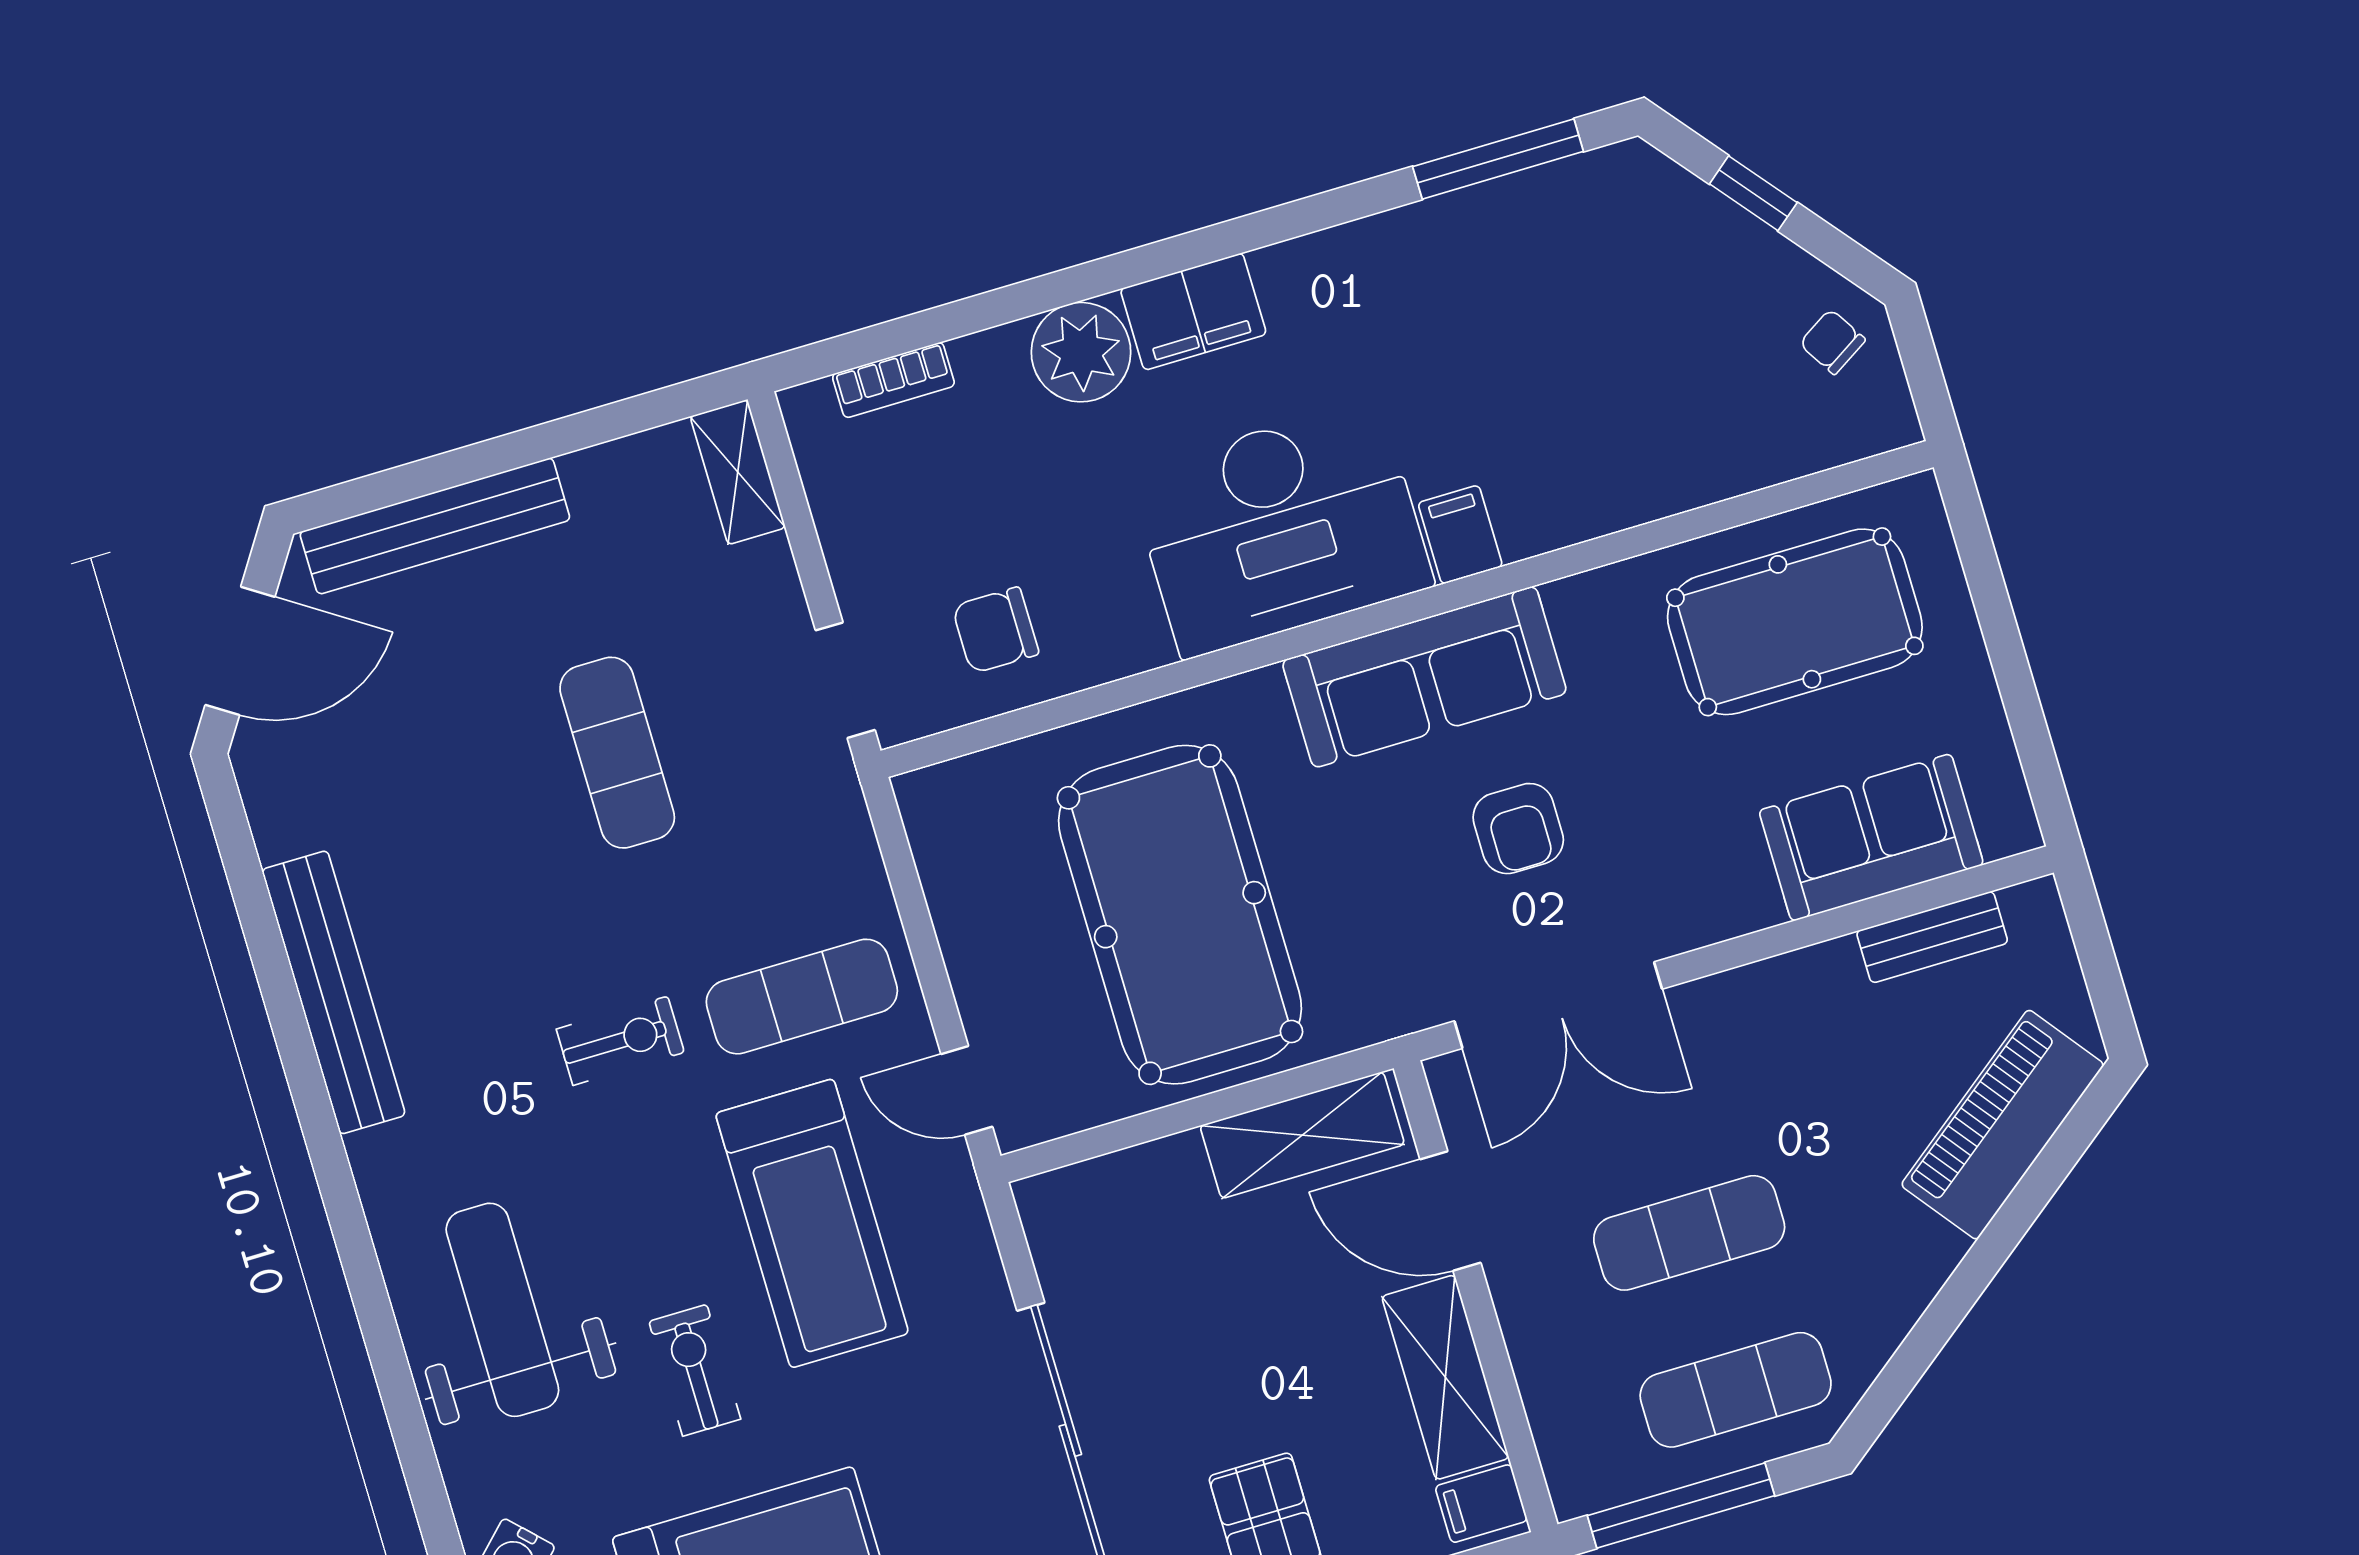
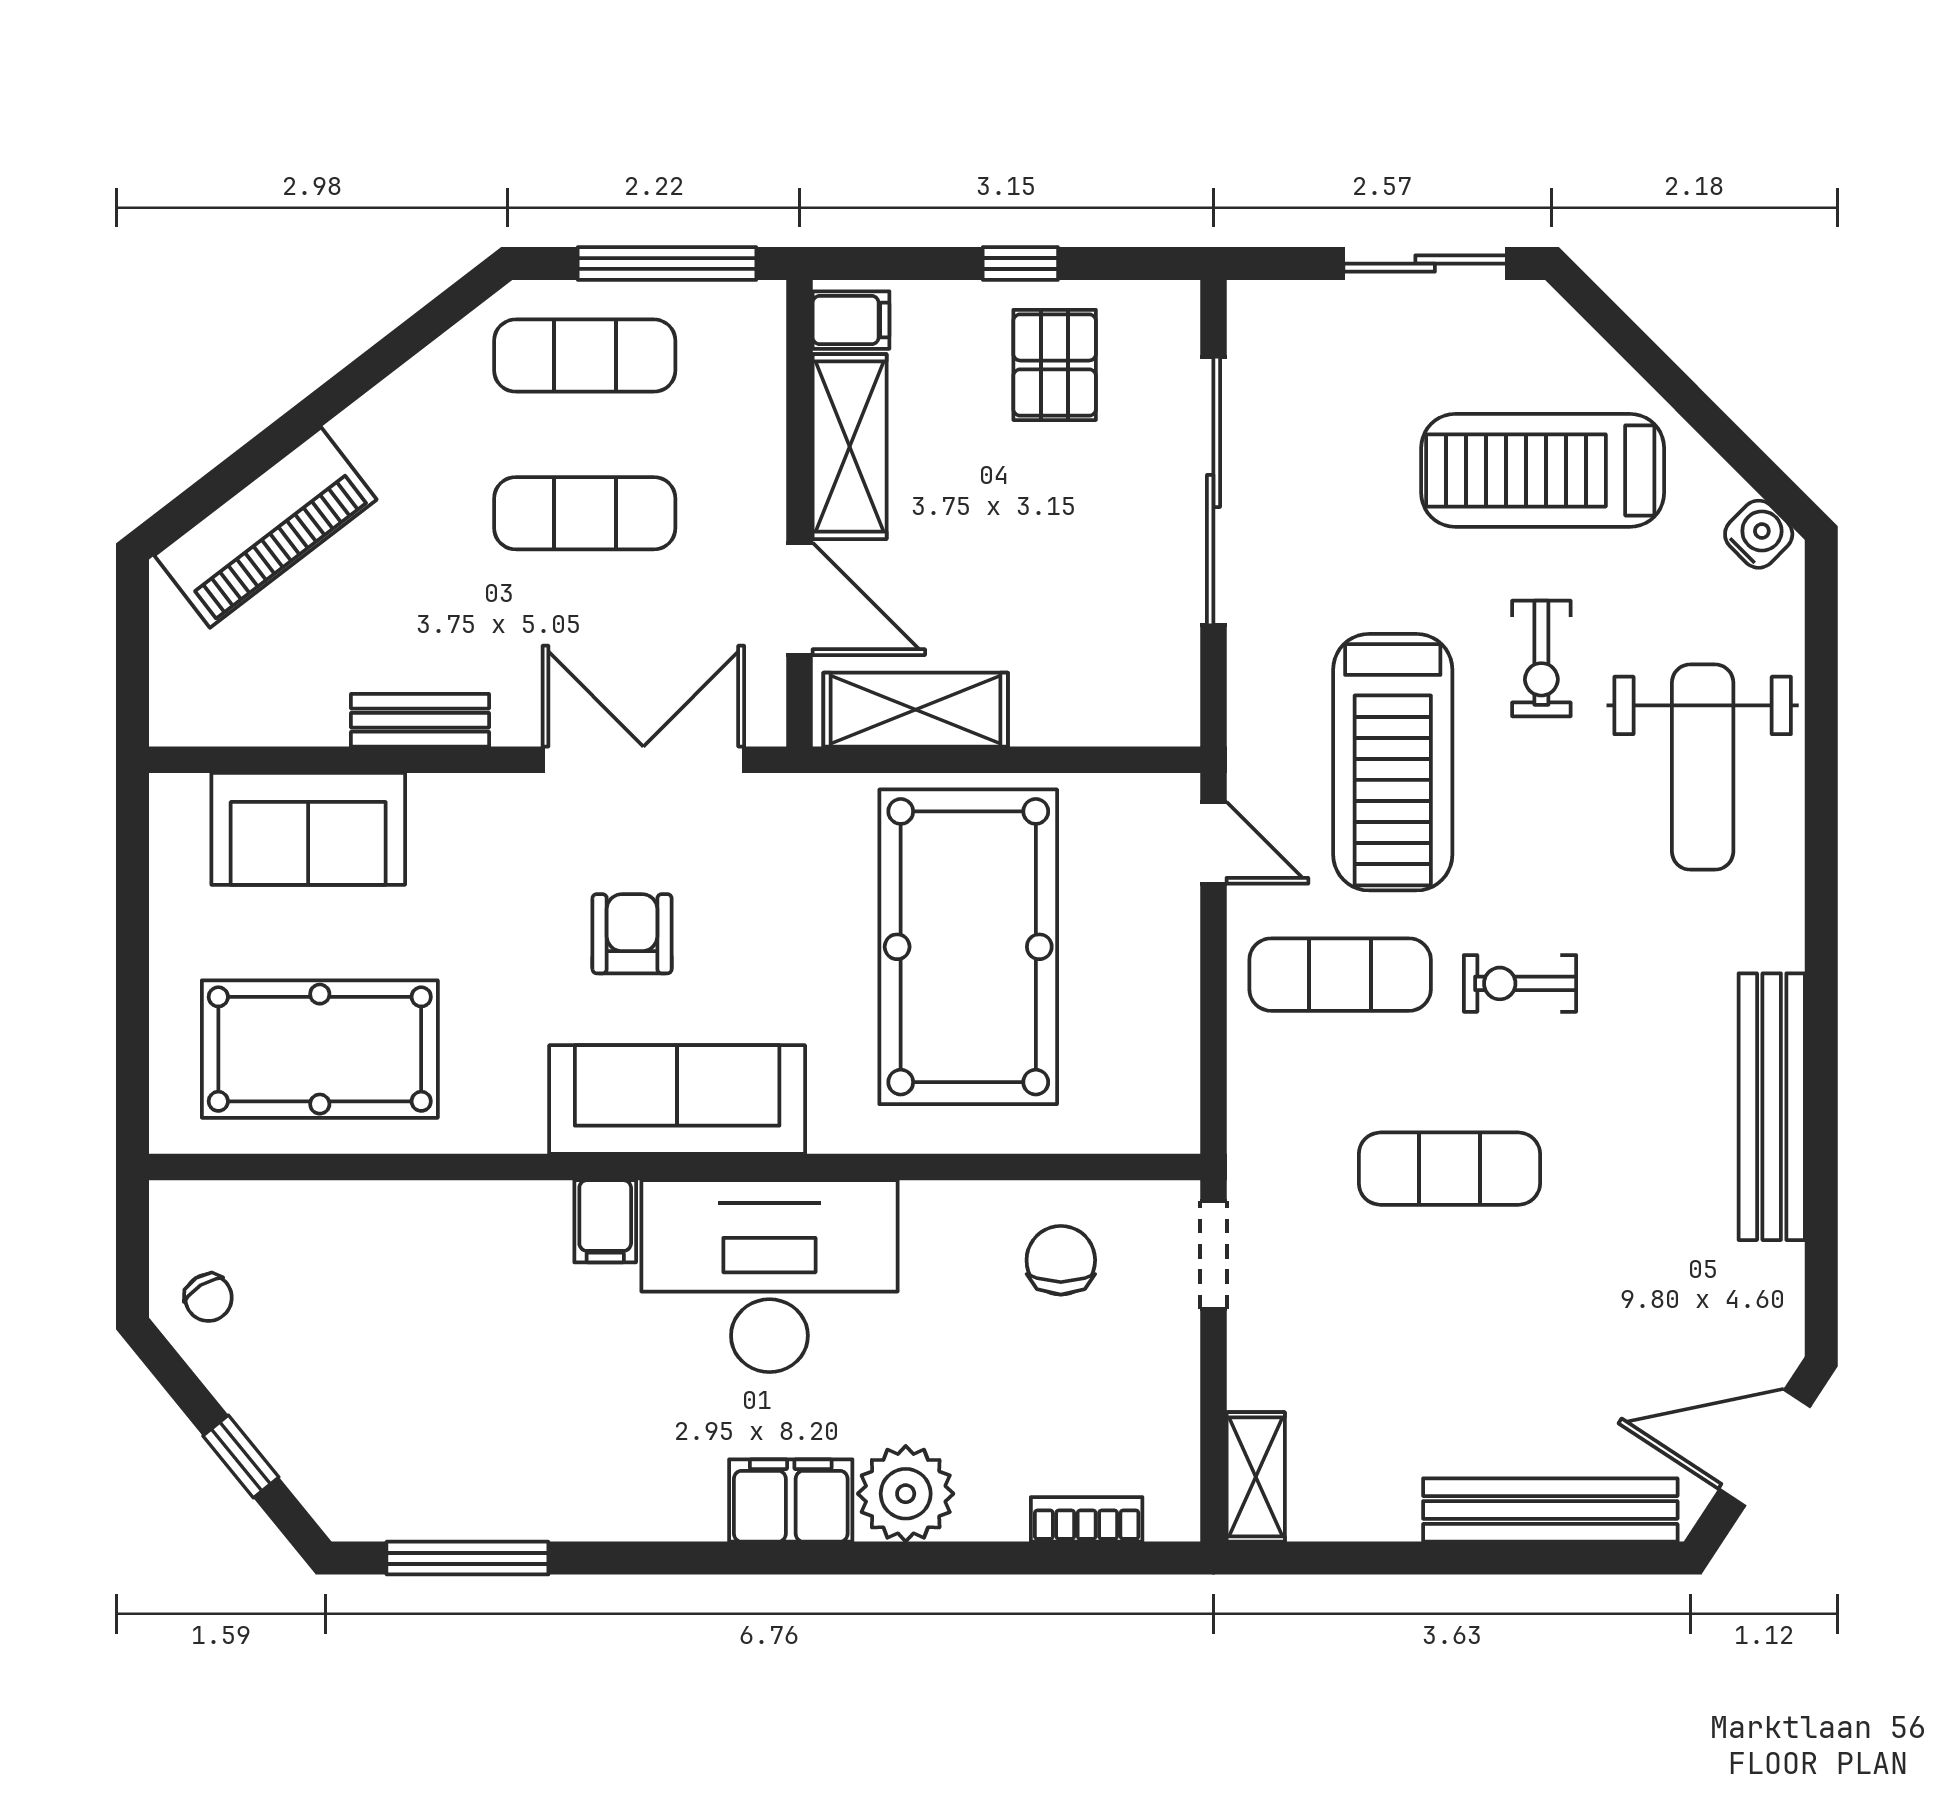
chair: (995, 630) -> (1061, 1260), turned -90
exercise mat: (617, 753) -> (1449, 1169), moved, turned 90
bench: (1932, 937) -> (420, 720), moved
treadmill: (812, 1223) -> (1393, 762), turned 180

